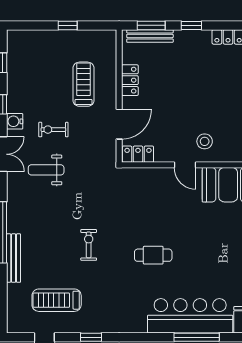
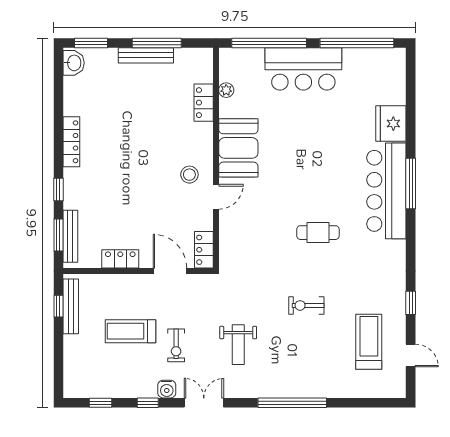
window: (68, 25) -> (58, 306), moved
treadmill: (83, 84) -> (131, 331), moved
weight bench: (46, 170) -> (238, 345), moved
cafe table: (153, 255) -> (318, 233), turned 90
bench: (14, 258) -> (71, 306), moved, turned 90
treadmill: (57, 300) -> (369, 342), turned 180

